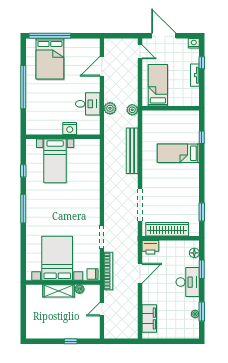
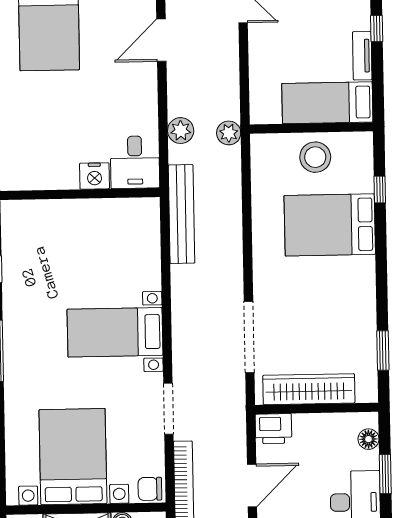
bed: (158, 85) -> (327, 103), moved, turned -90
desk: (88, 104) -> (135, 162), moved, turned 90
stool: (172, 122) -> (315, 157), added
bench: (132, 151) -> (182, 214), moved
bed: (178, 153) -> (330, 225), width x1.50
bed with nightstands: (55, 161) -> (115, 332), moved, turned 90

